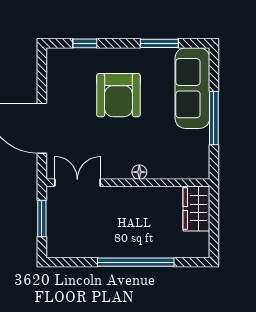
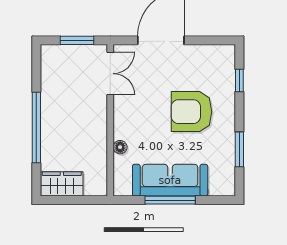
sofa: (192, 88) -> (170, 180), moved
floor lamp: (139, 172) -> (120, 147), moved
wardrobe: (196, 208) -> (62, 184), moved

